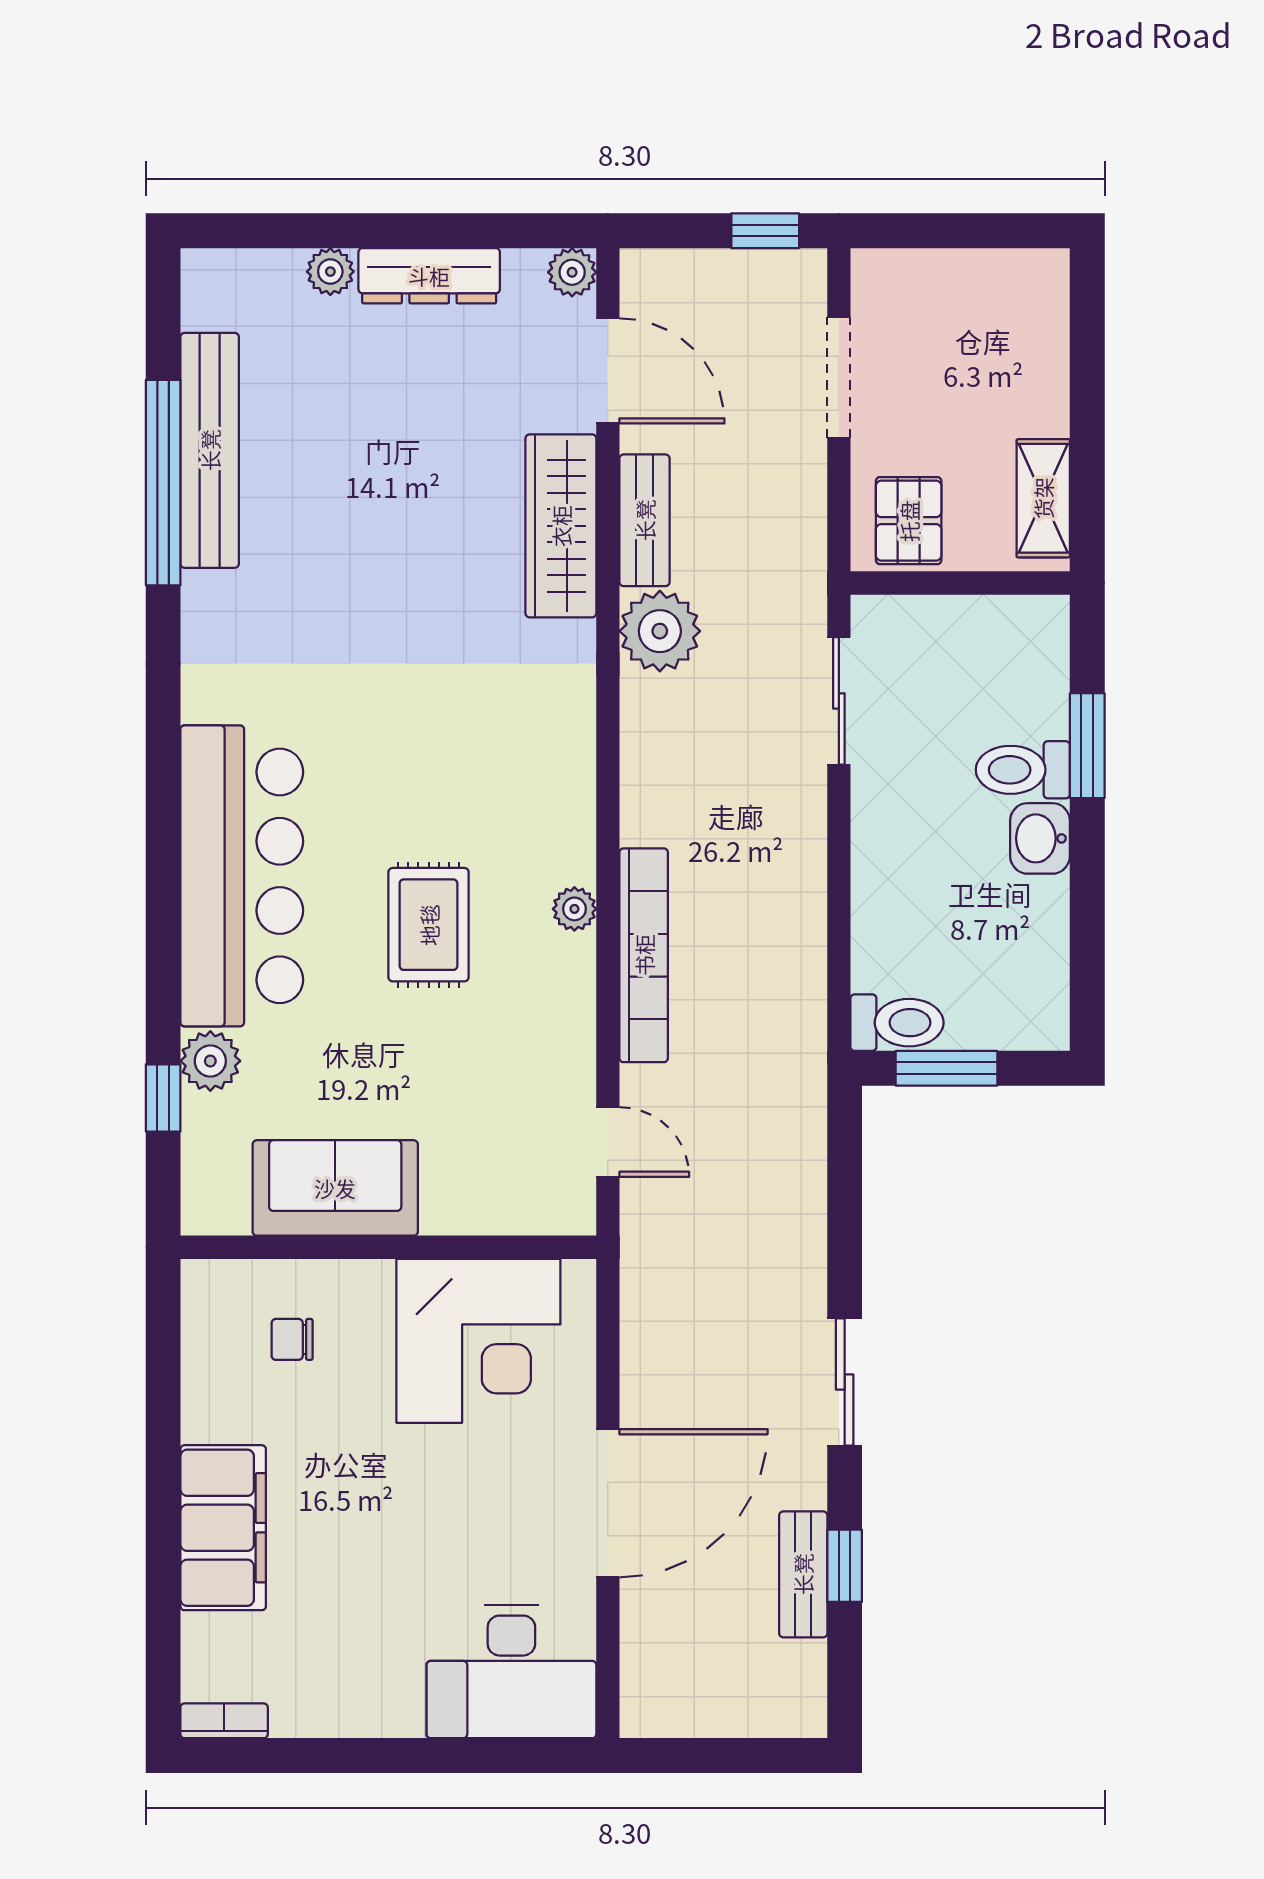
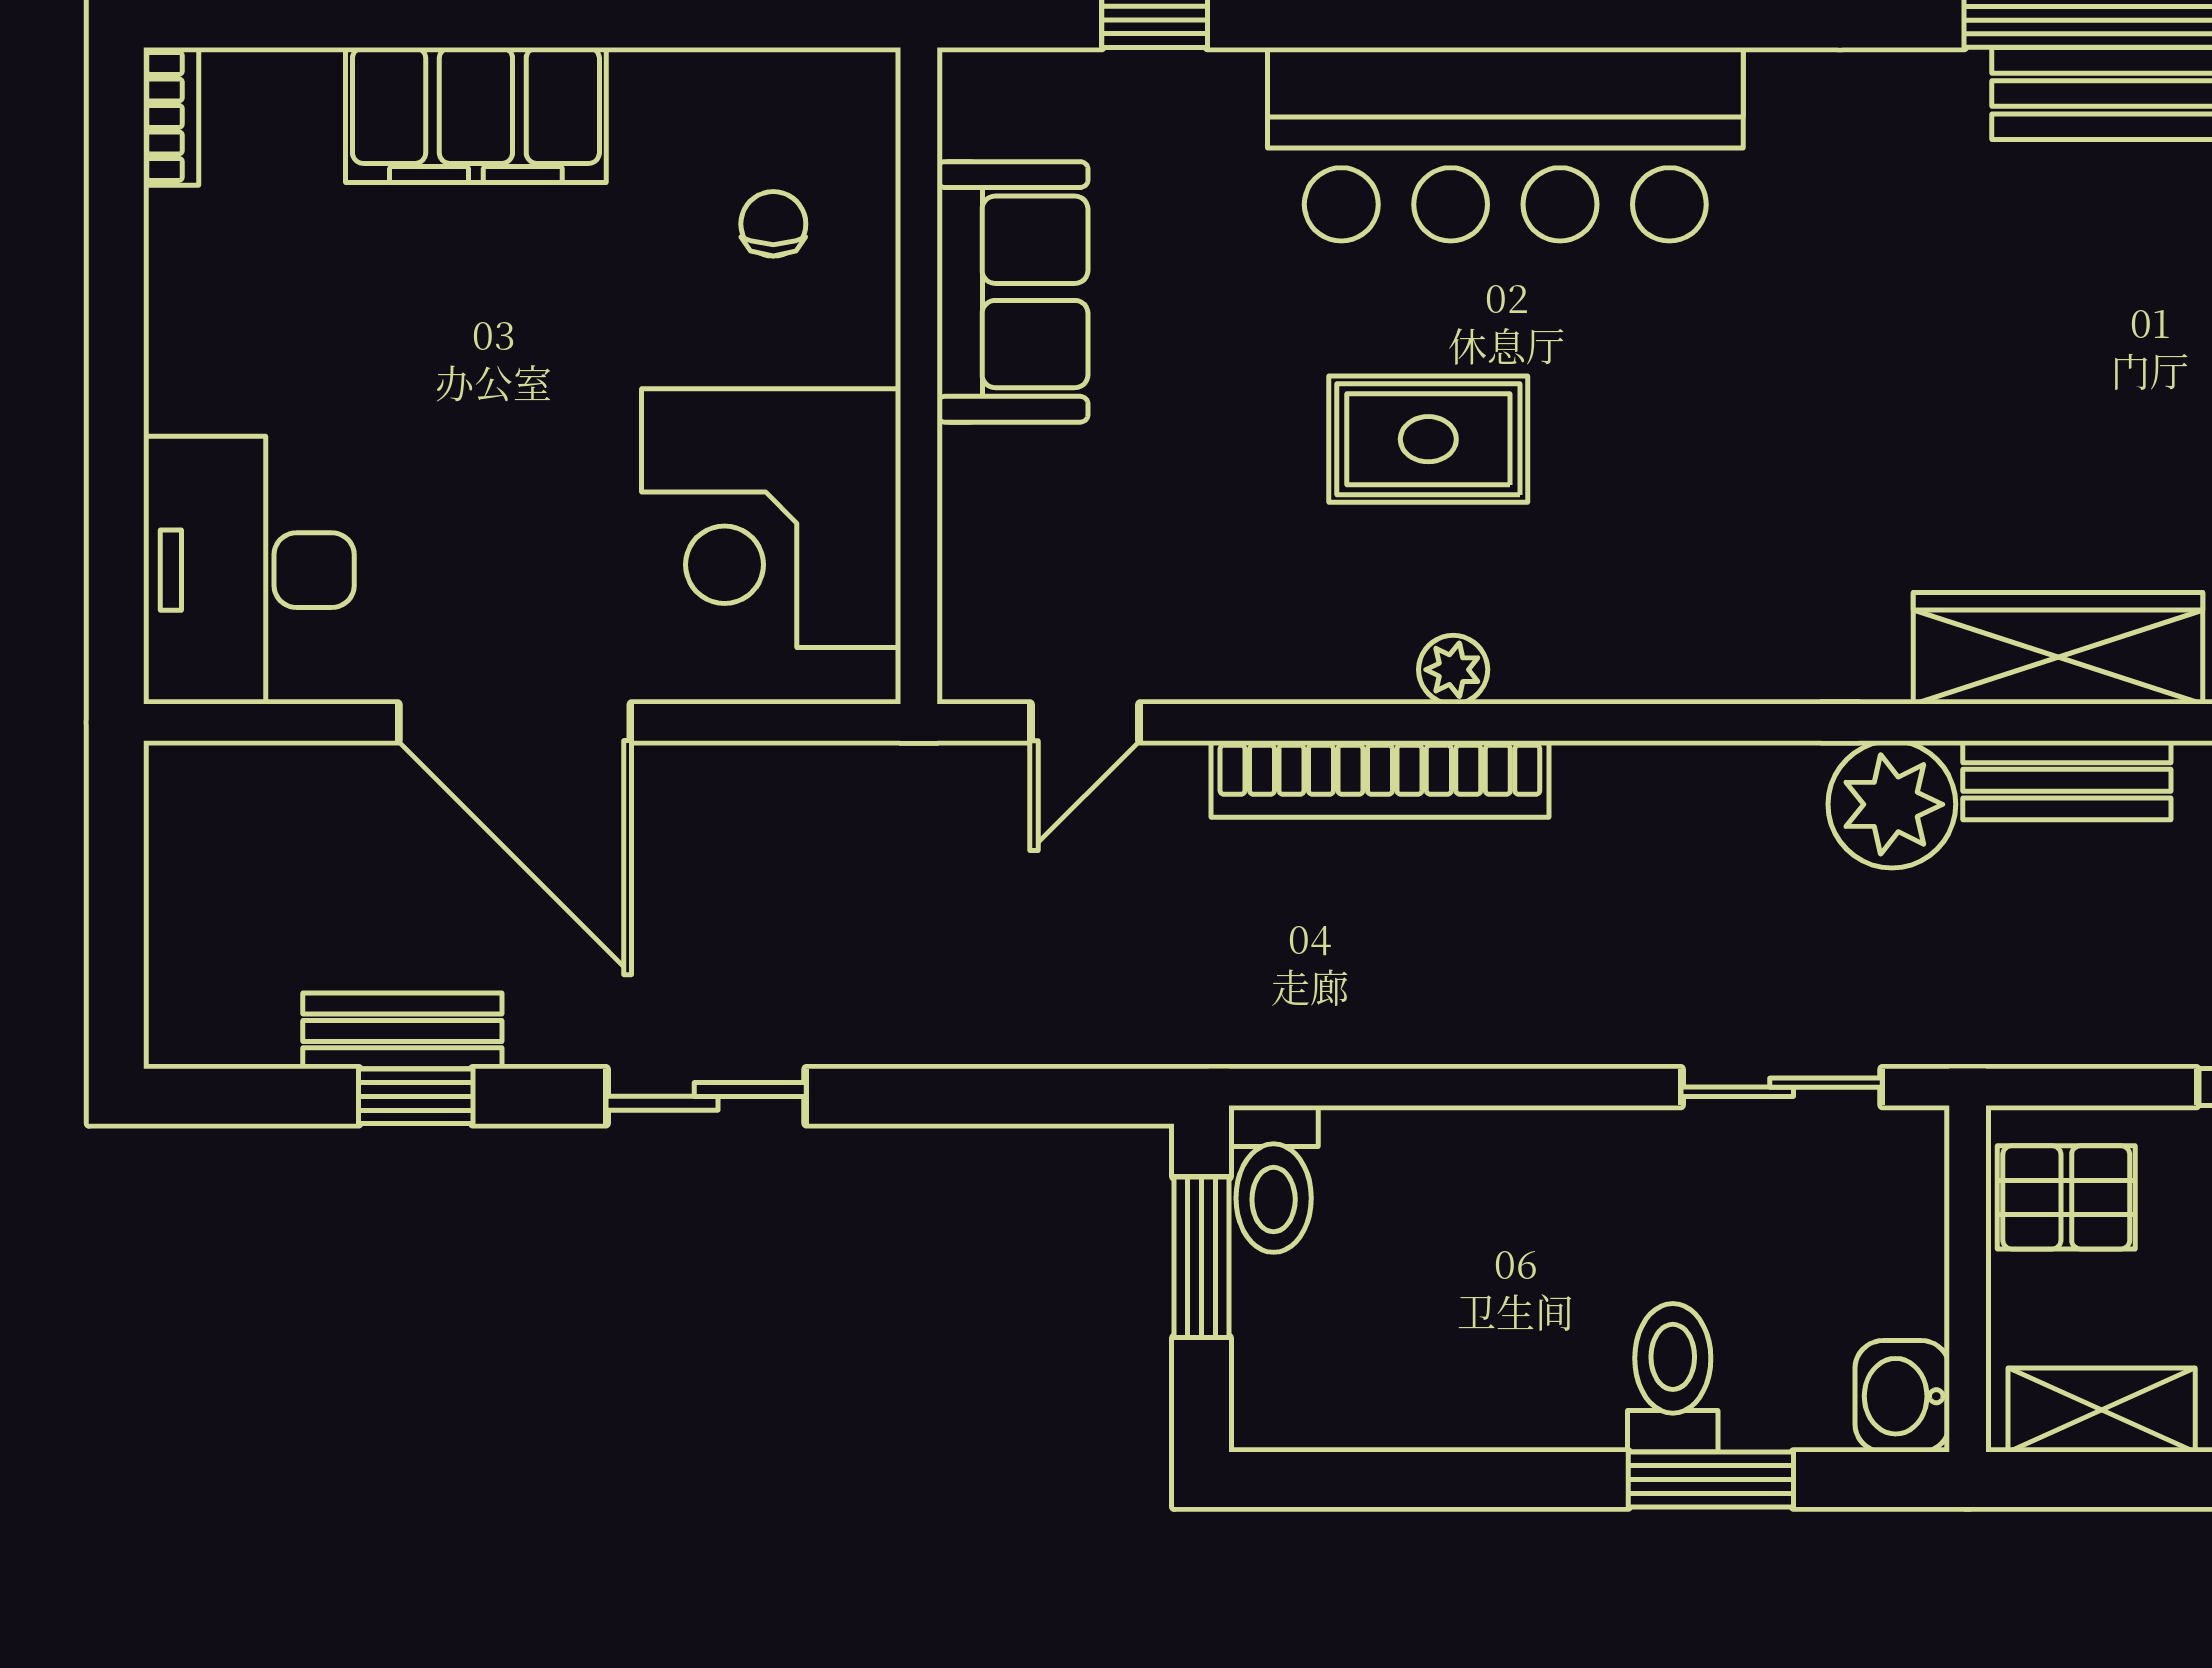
washbasin: (1040, 838) -> (1902, 1396), moved, turned -90
plant: (210, 1061) -> (1213, 95), removed

